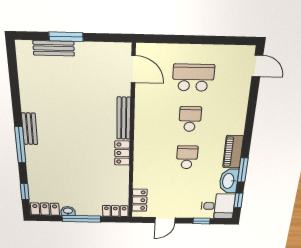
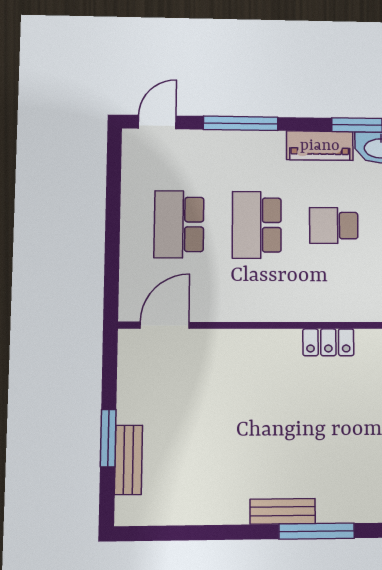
window: (251, 112) -> (241, 123), added
bench: (124, 118) -> (258, 340), removed
school desk: (190, 119) -> (257, 225), width x1.85

